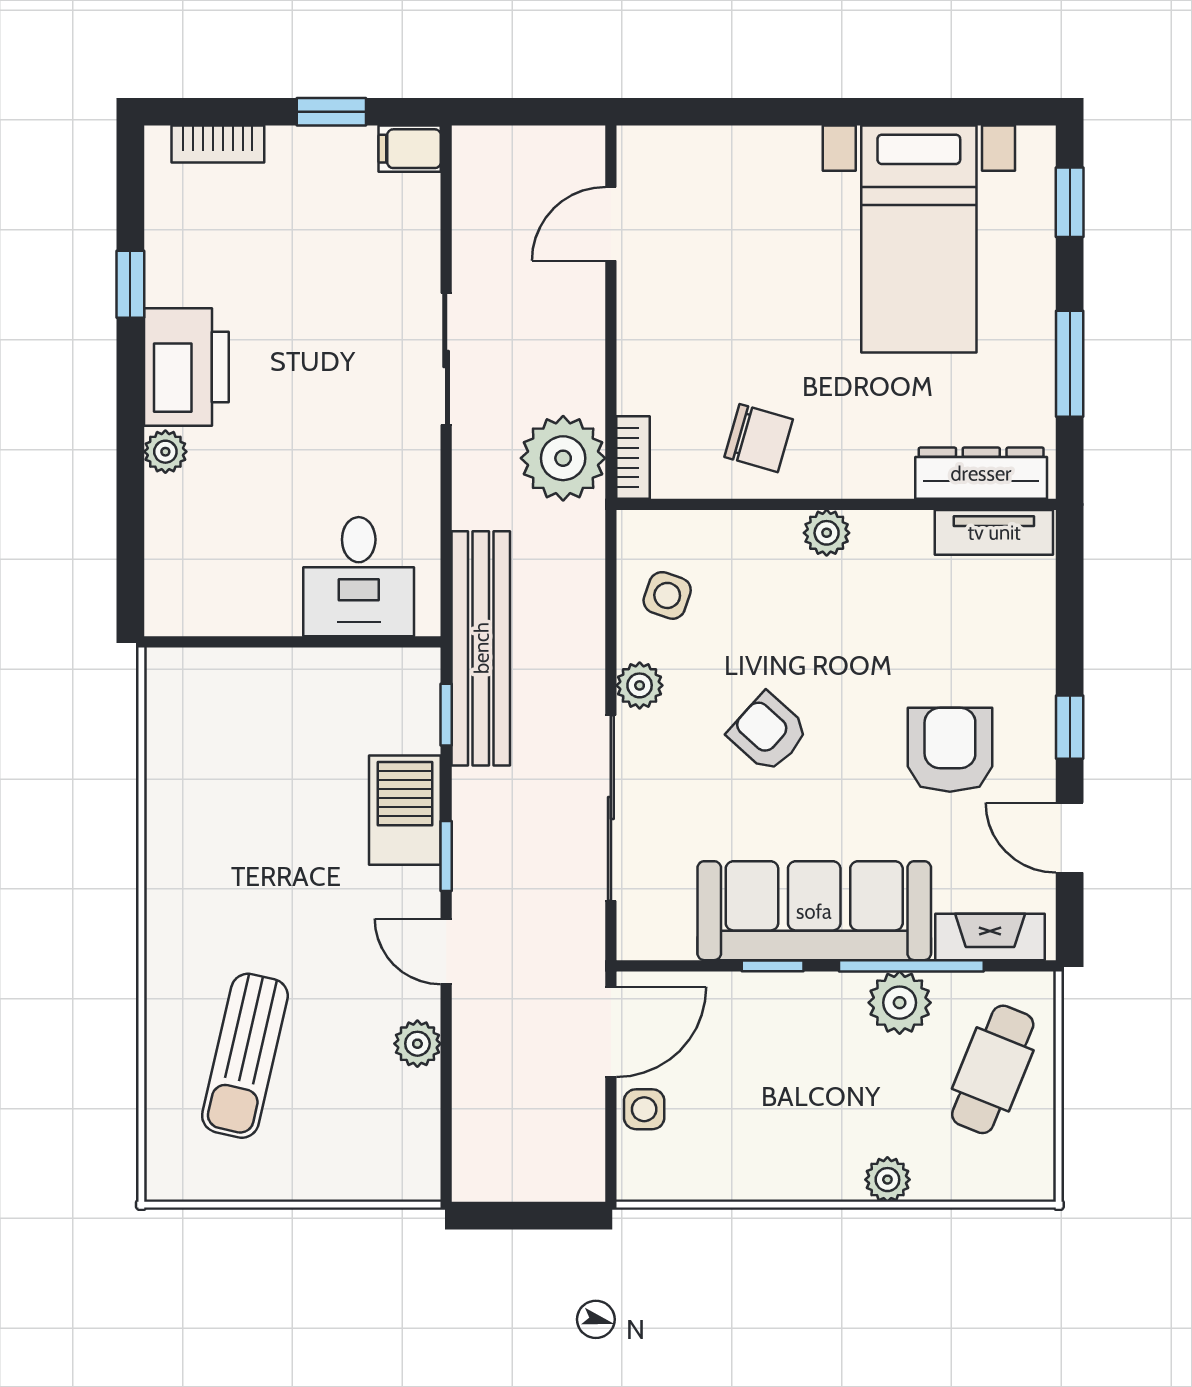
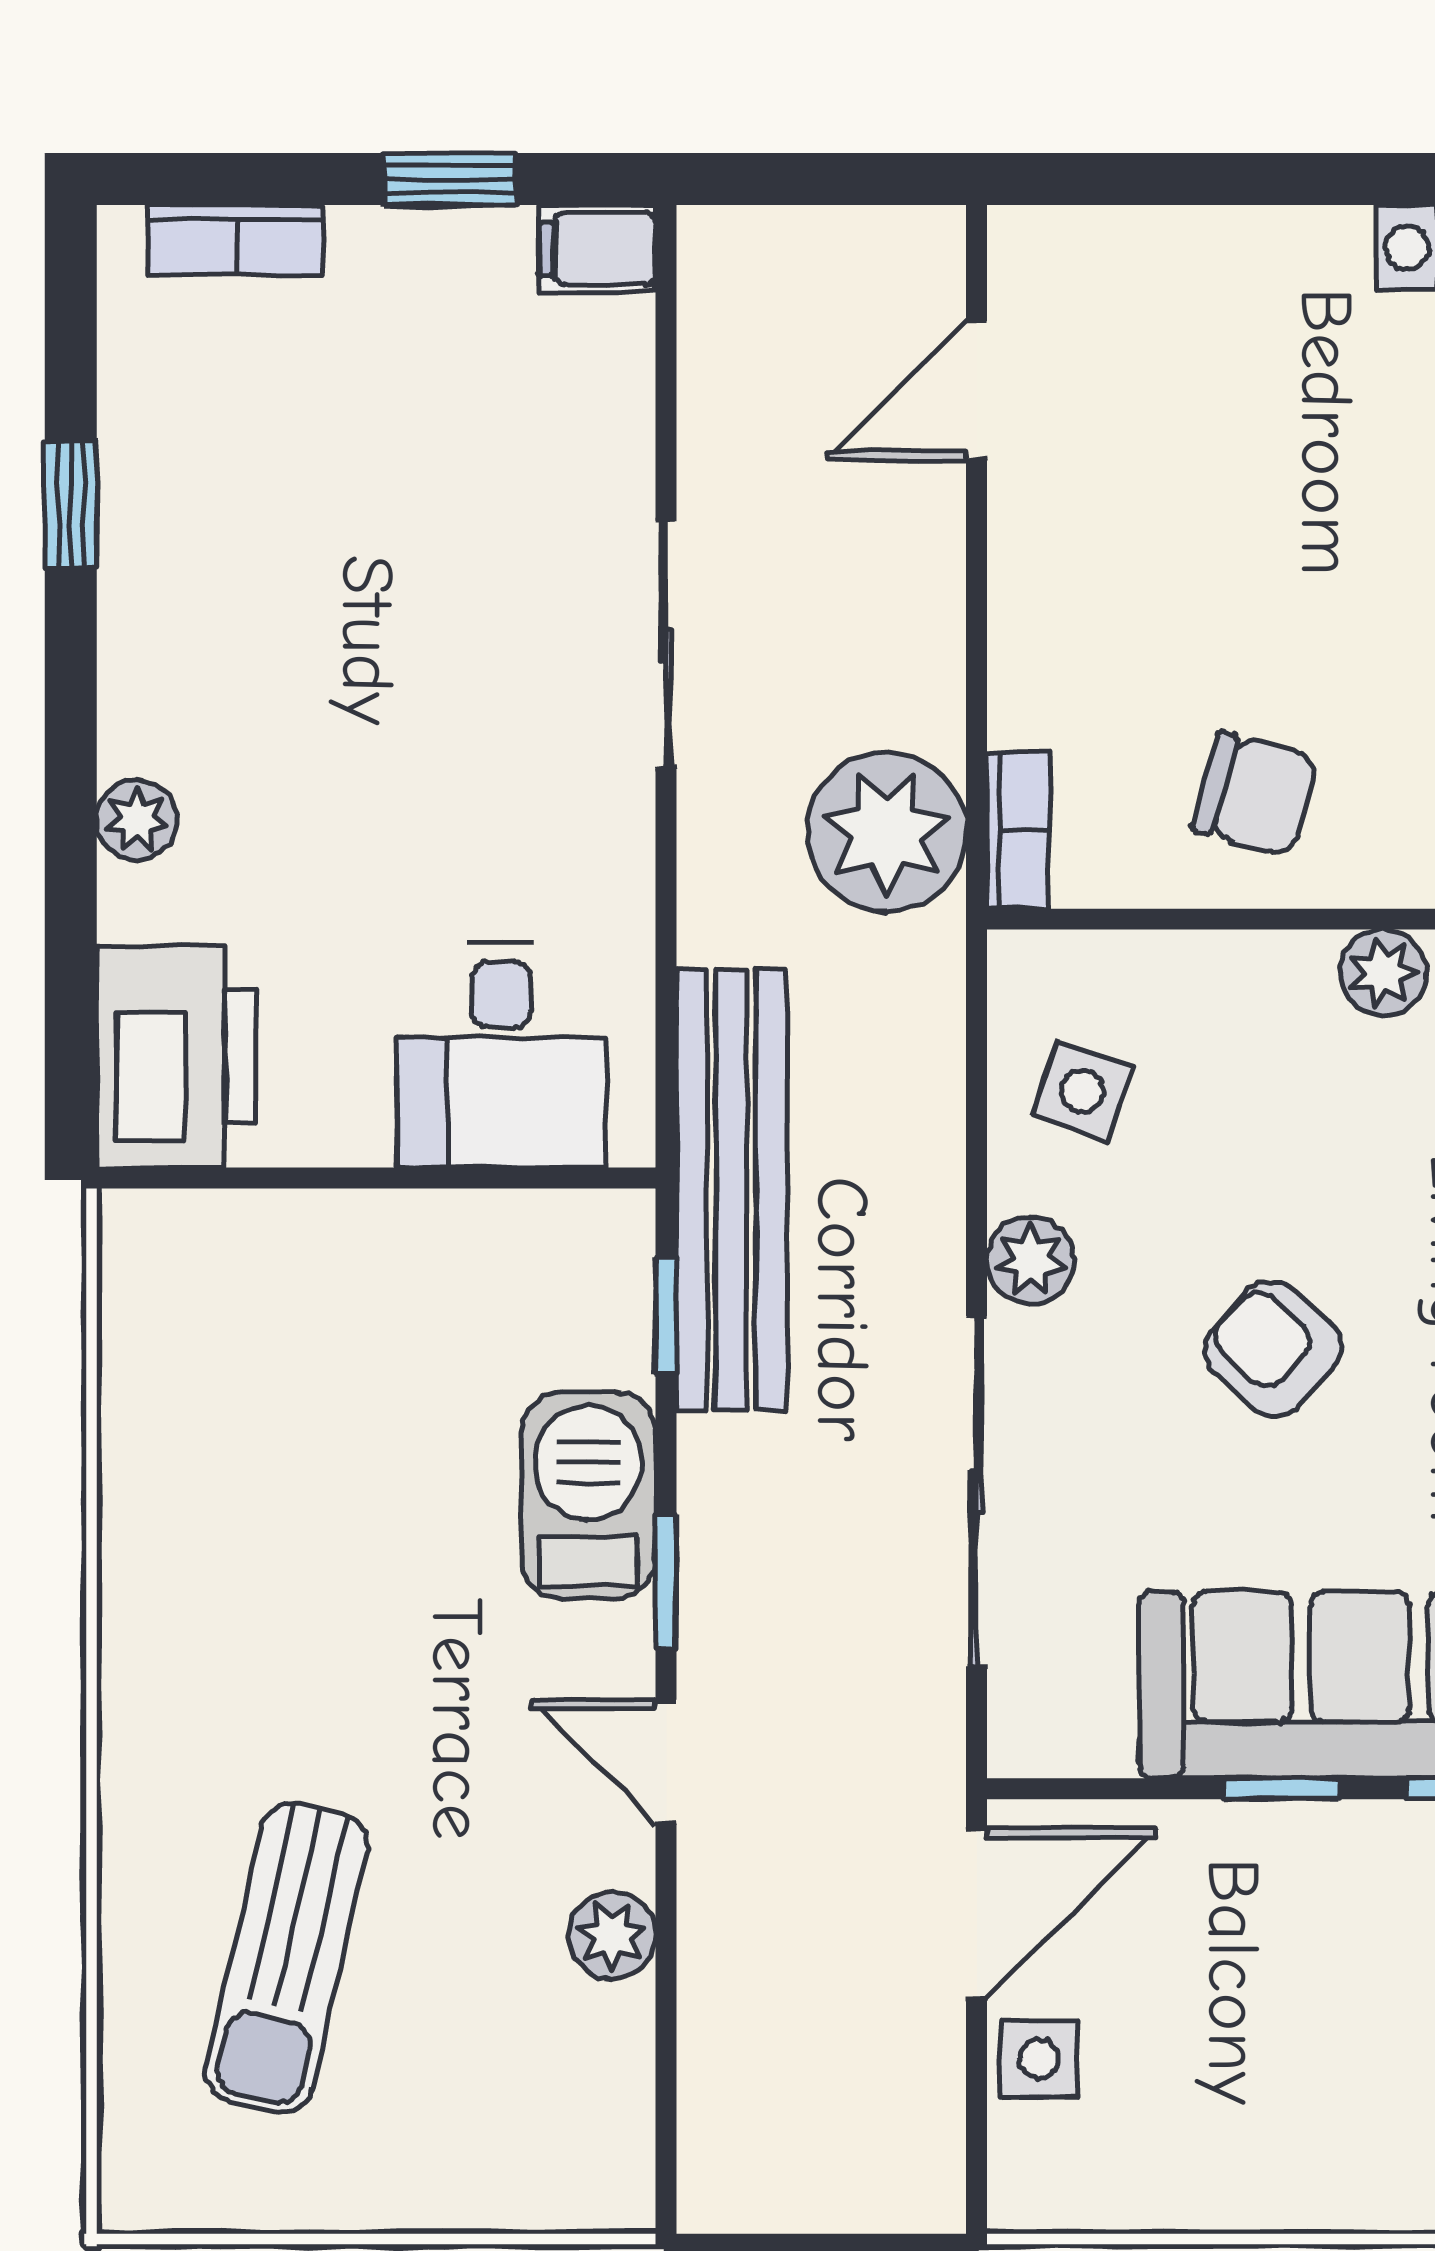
printer: (186, 367) -> (176, 1056), moved

